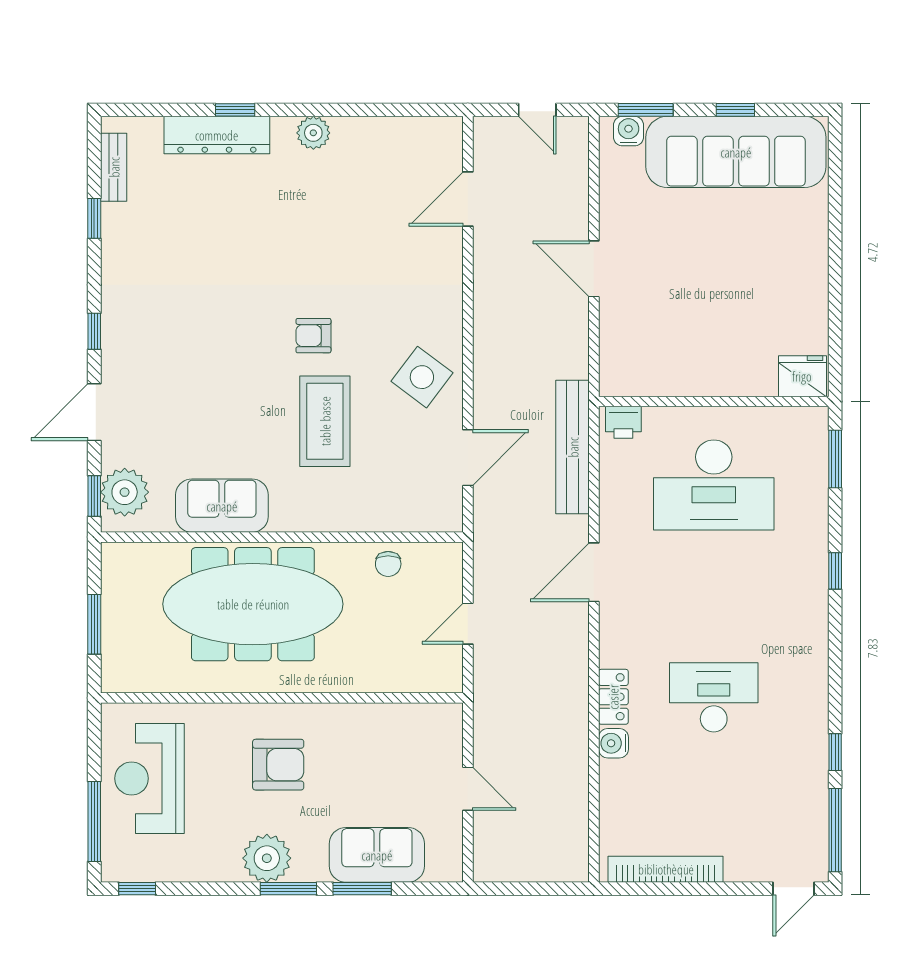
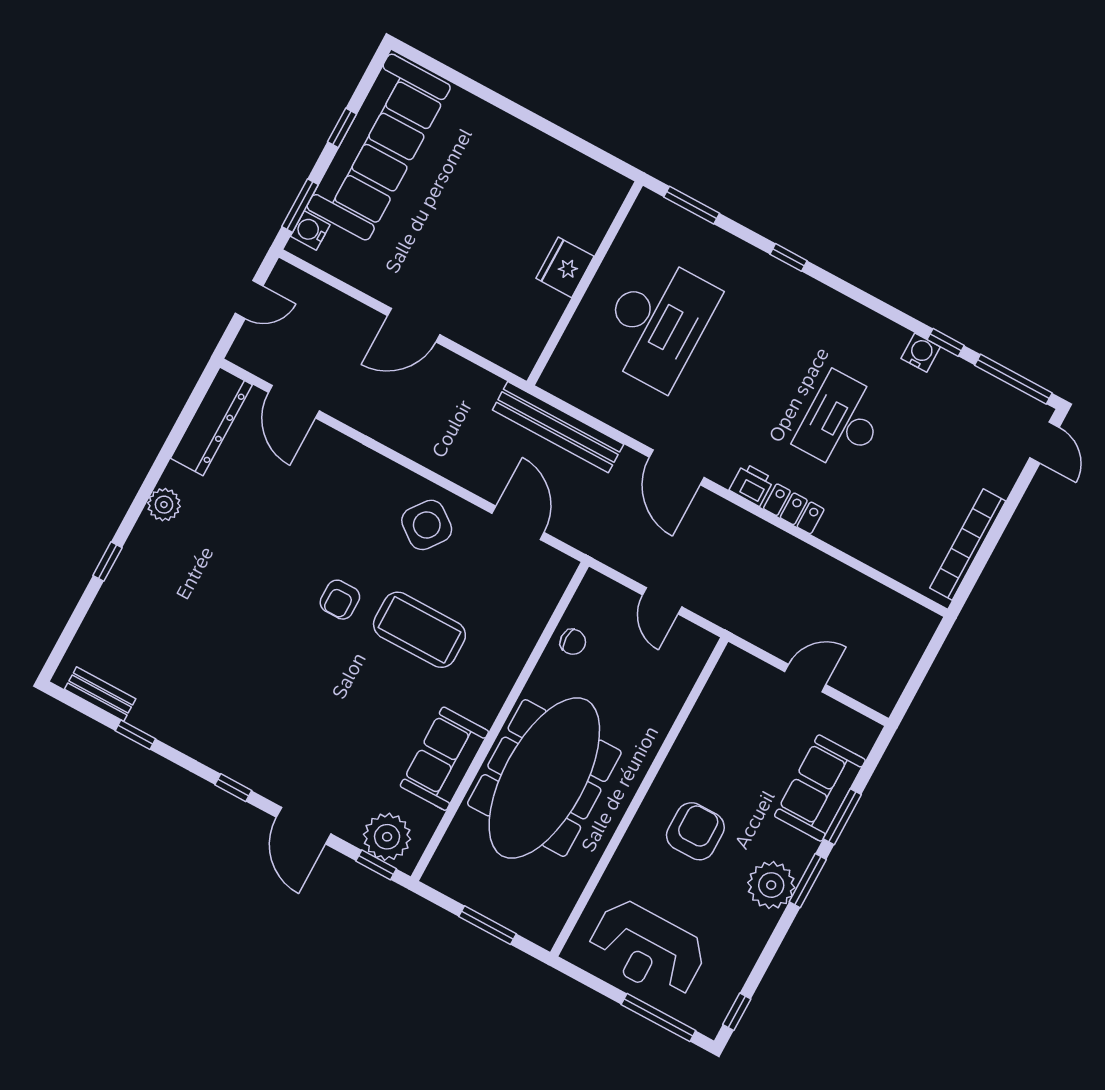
dresser: (217, 135) -> (211, 421), moved
fridge: (802, 376) -> (565, 267), moved
printer: (623, 422) -> (752, 485), moved, turned -90
water cooler: (613, 743) -> (921, 353), moved, turned 180

